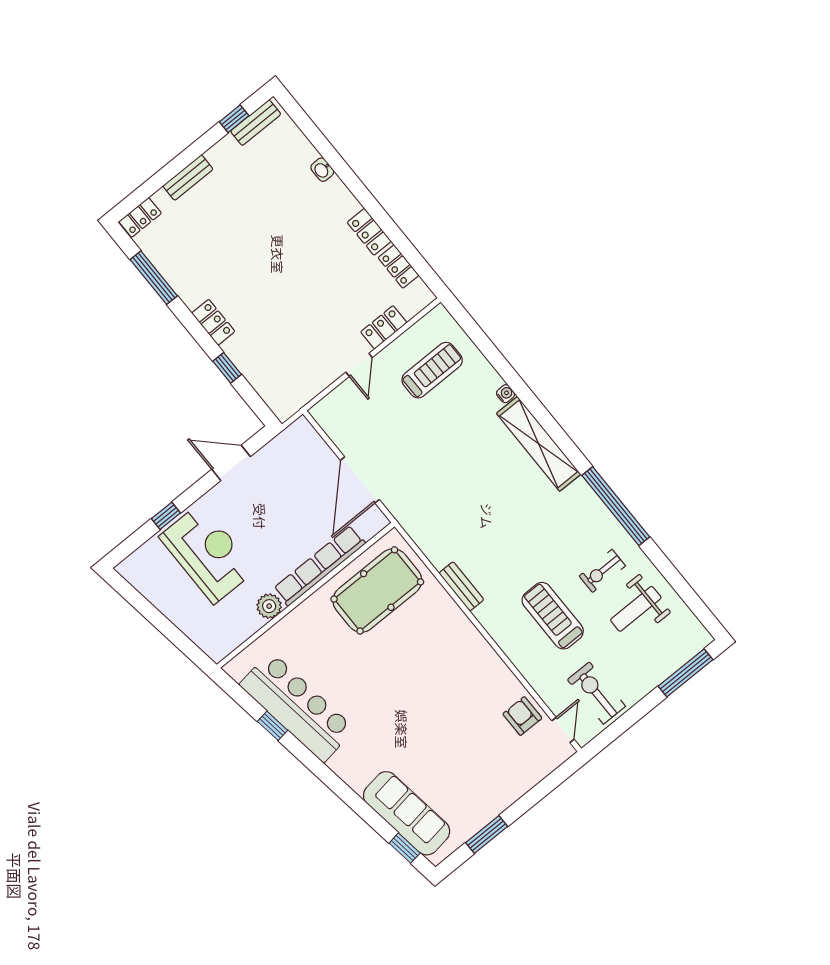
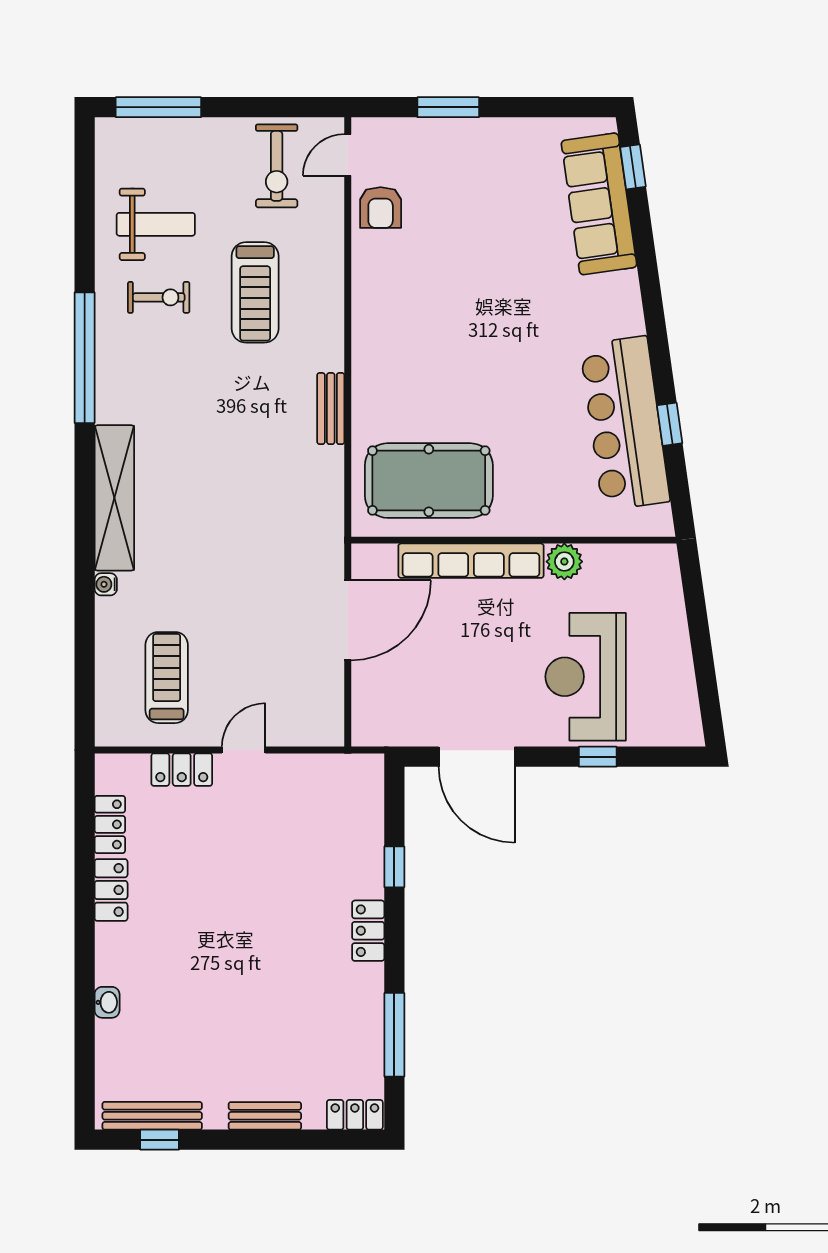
bench: (256, 123) -> (152, 1116), width x1.36
treadmill: (432, 370) -> (167, 678), turned 90
door: (231, 463) -> (477, 757), width x1.36
window: (487, 835) -> (448, 107), moved

